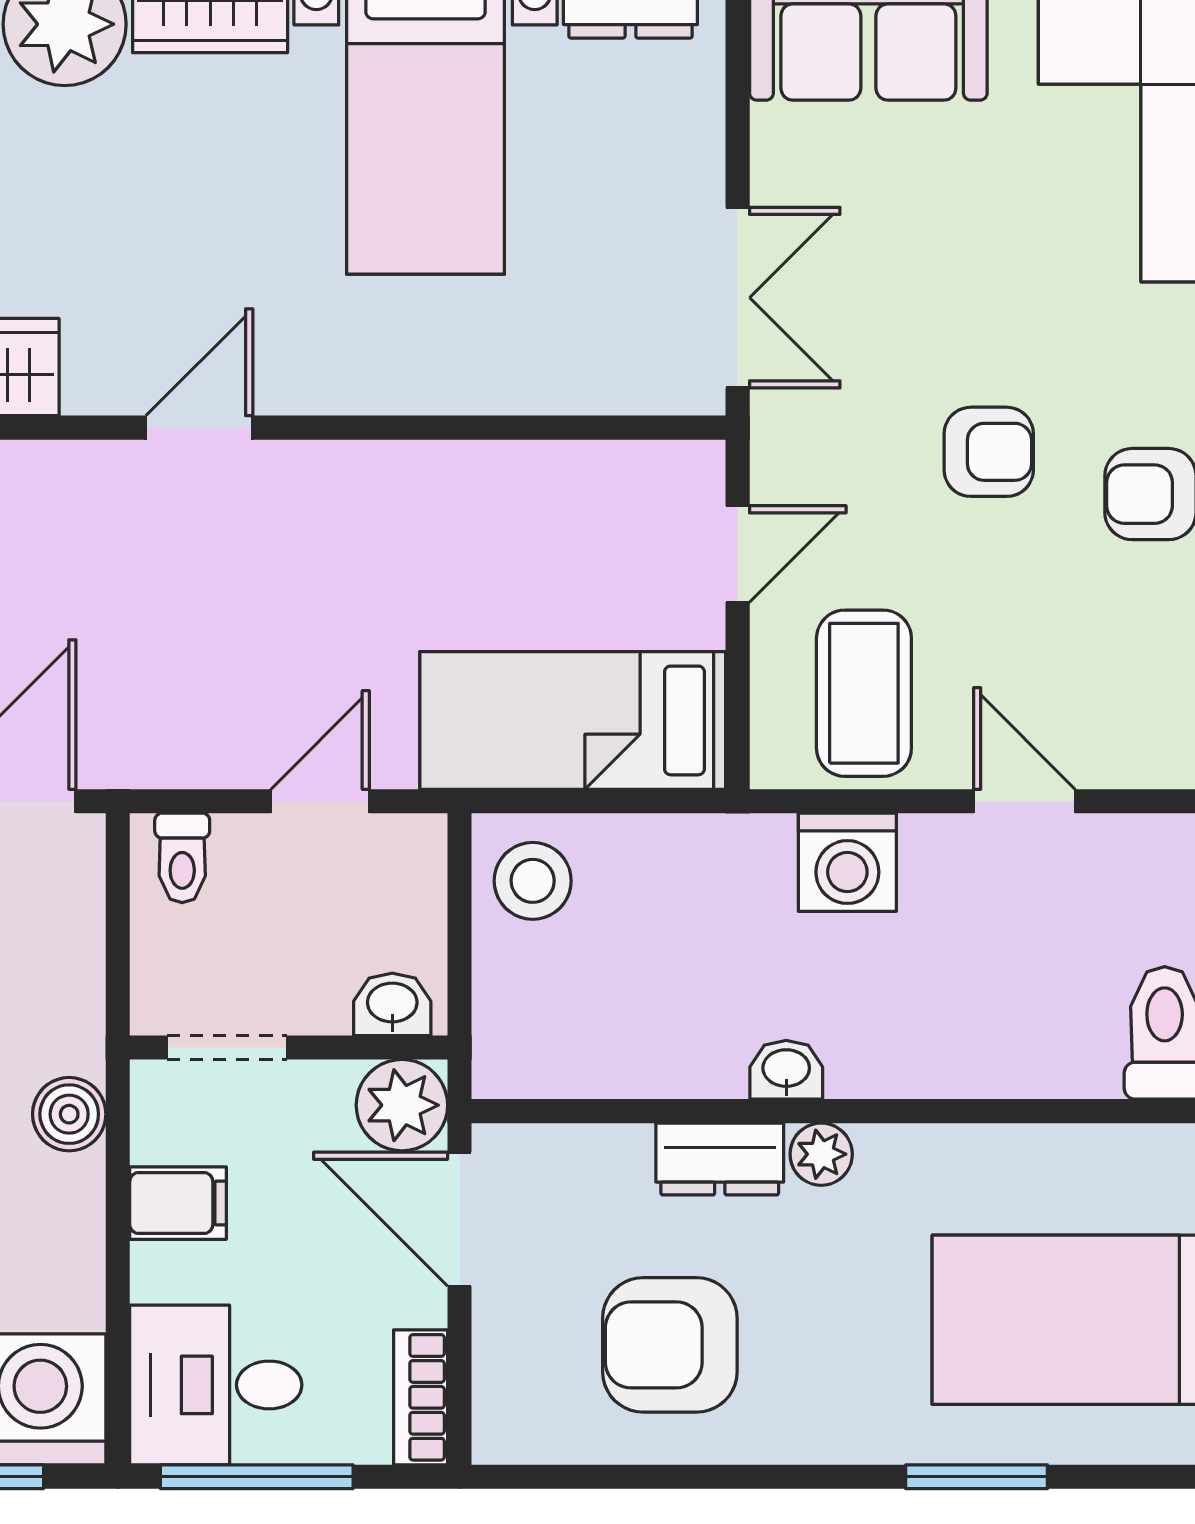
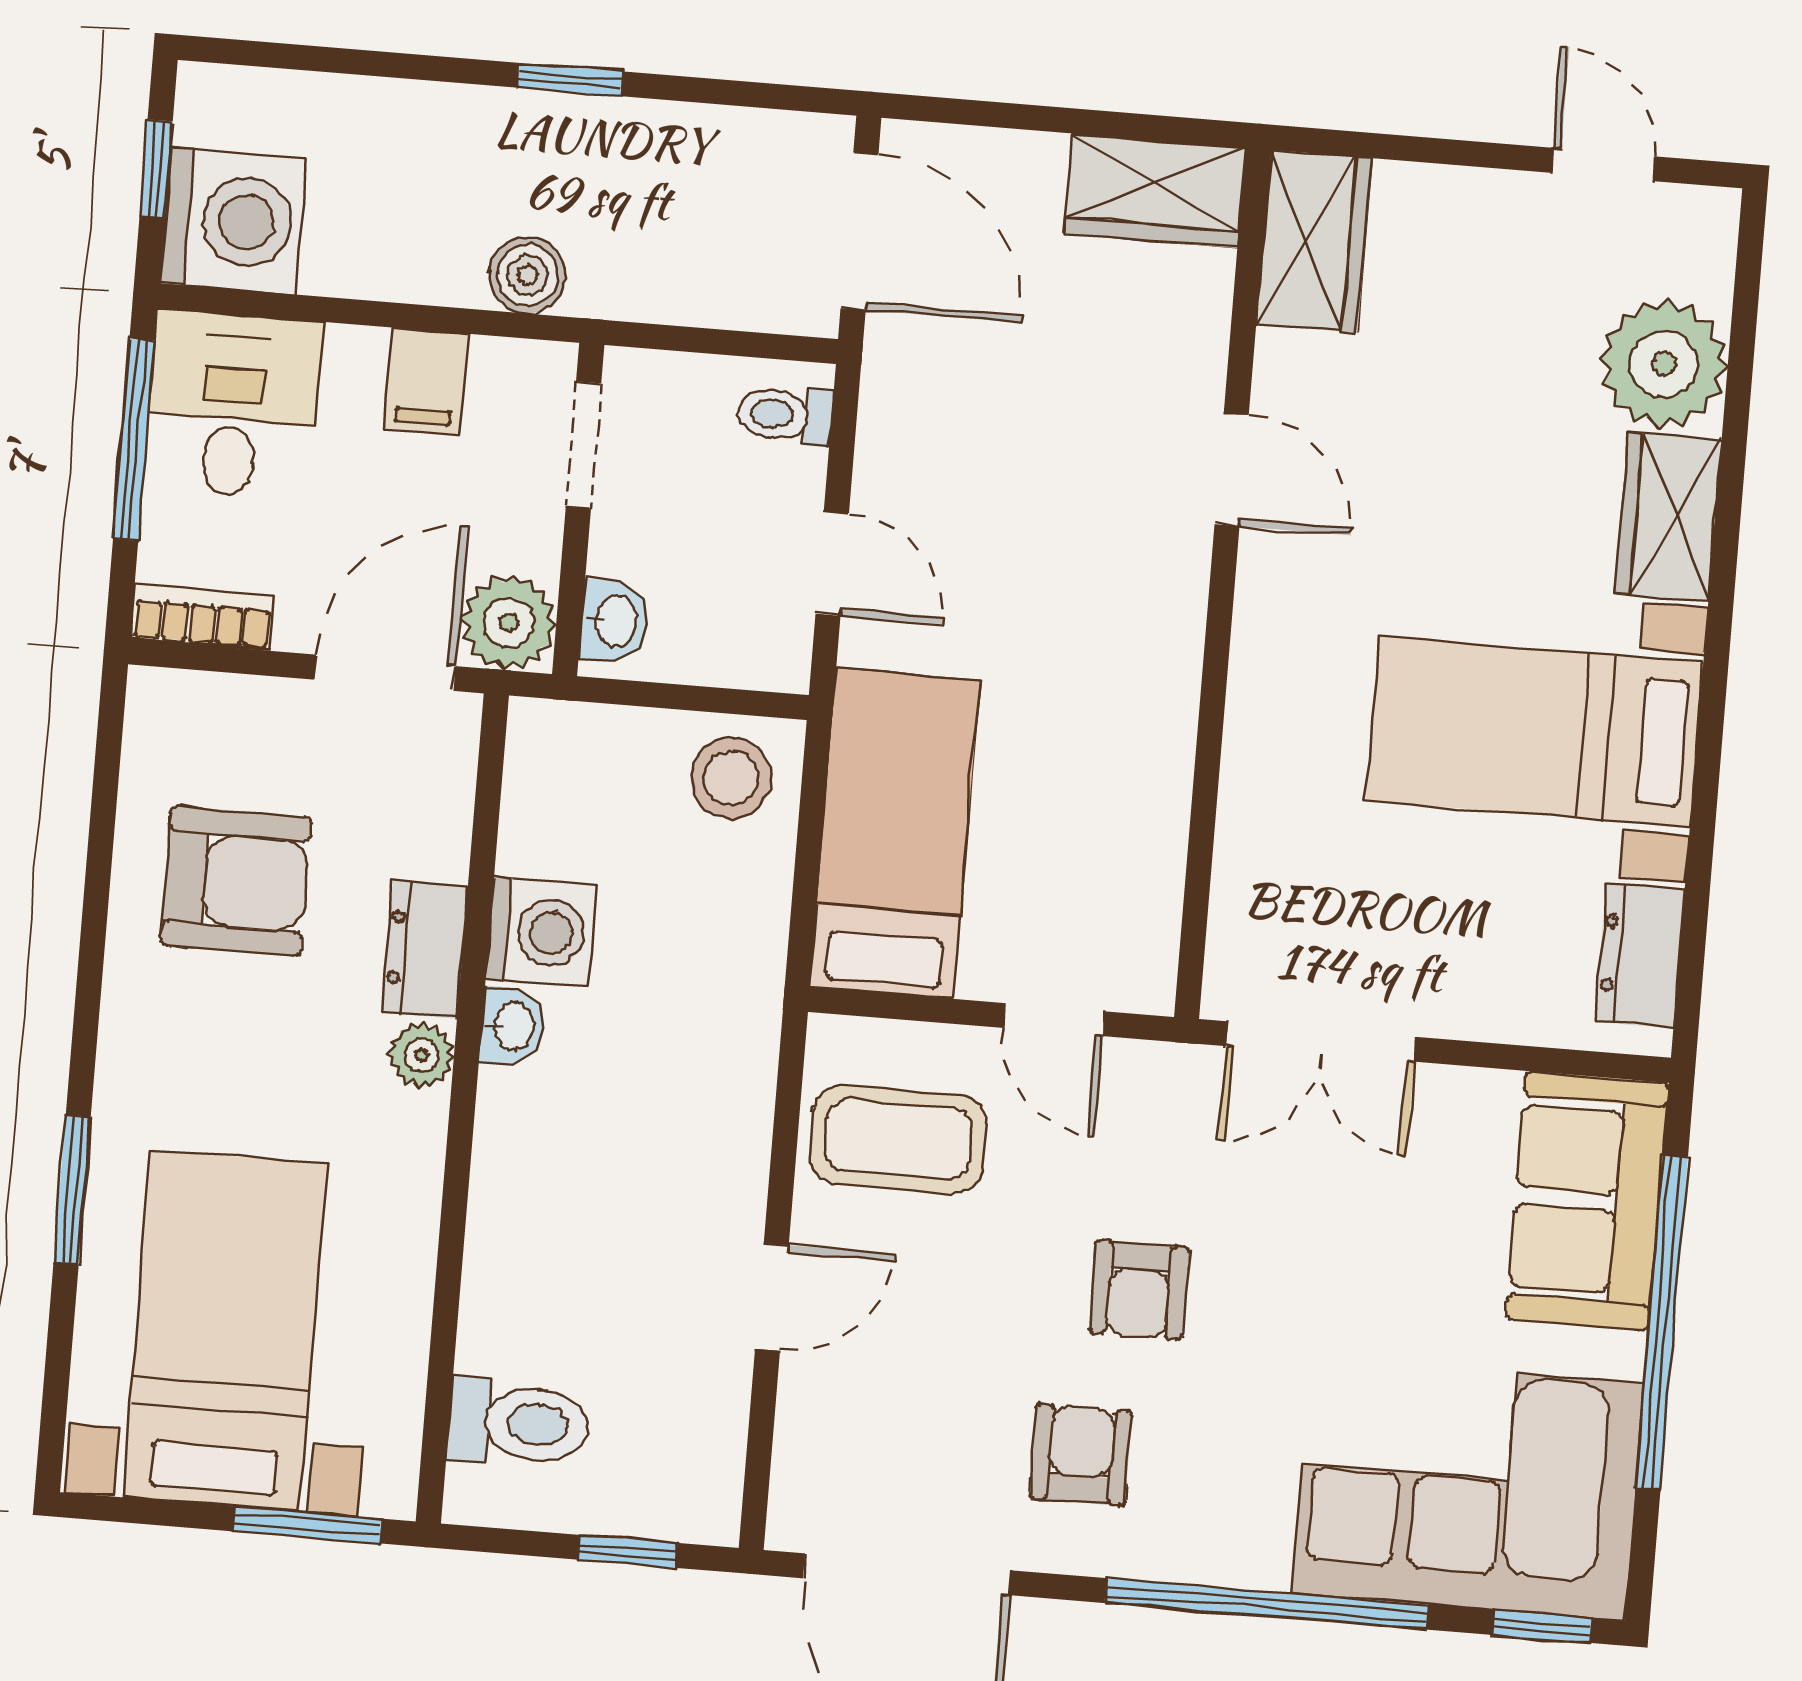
washing machine: (847, 862) -> (541, 932), moved, turned 180
armchair: (670, 1345) -> (236, 881), turned 90

